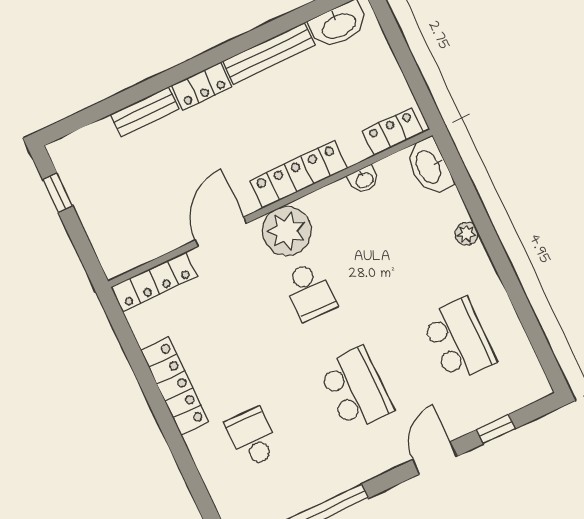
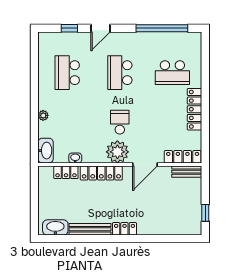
bench: (145, 112) -> (187, 172), moved
locker: (393, 132) -> (66, 172), moved
school desk: (252, 437) -> (172, 73), width x1.85

